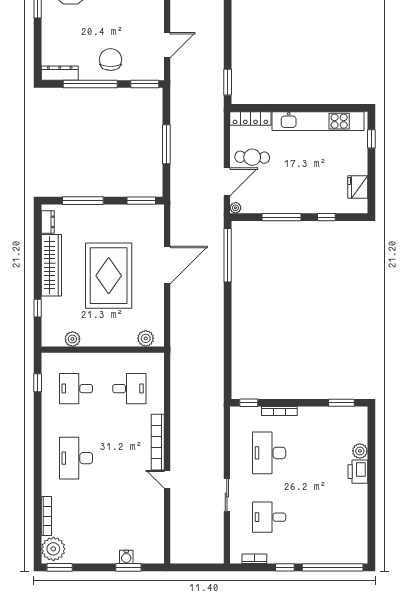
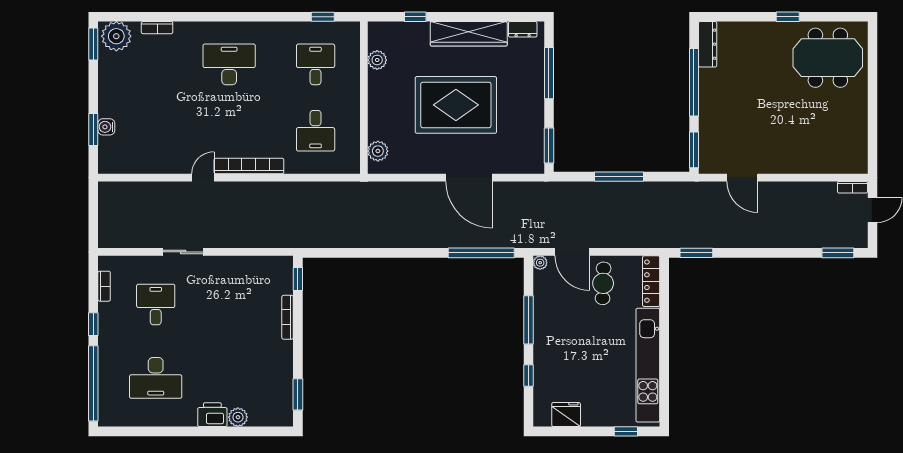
chair: (111, 60) -> (724, 107), removed
desk: (269, 453) -> (156, 378), moved, turned 180
bookcase: (46, 516) -> (157, 28), width x0.64

